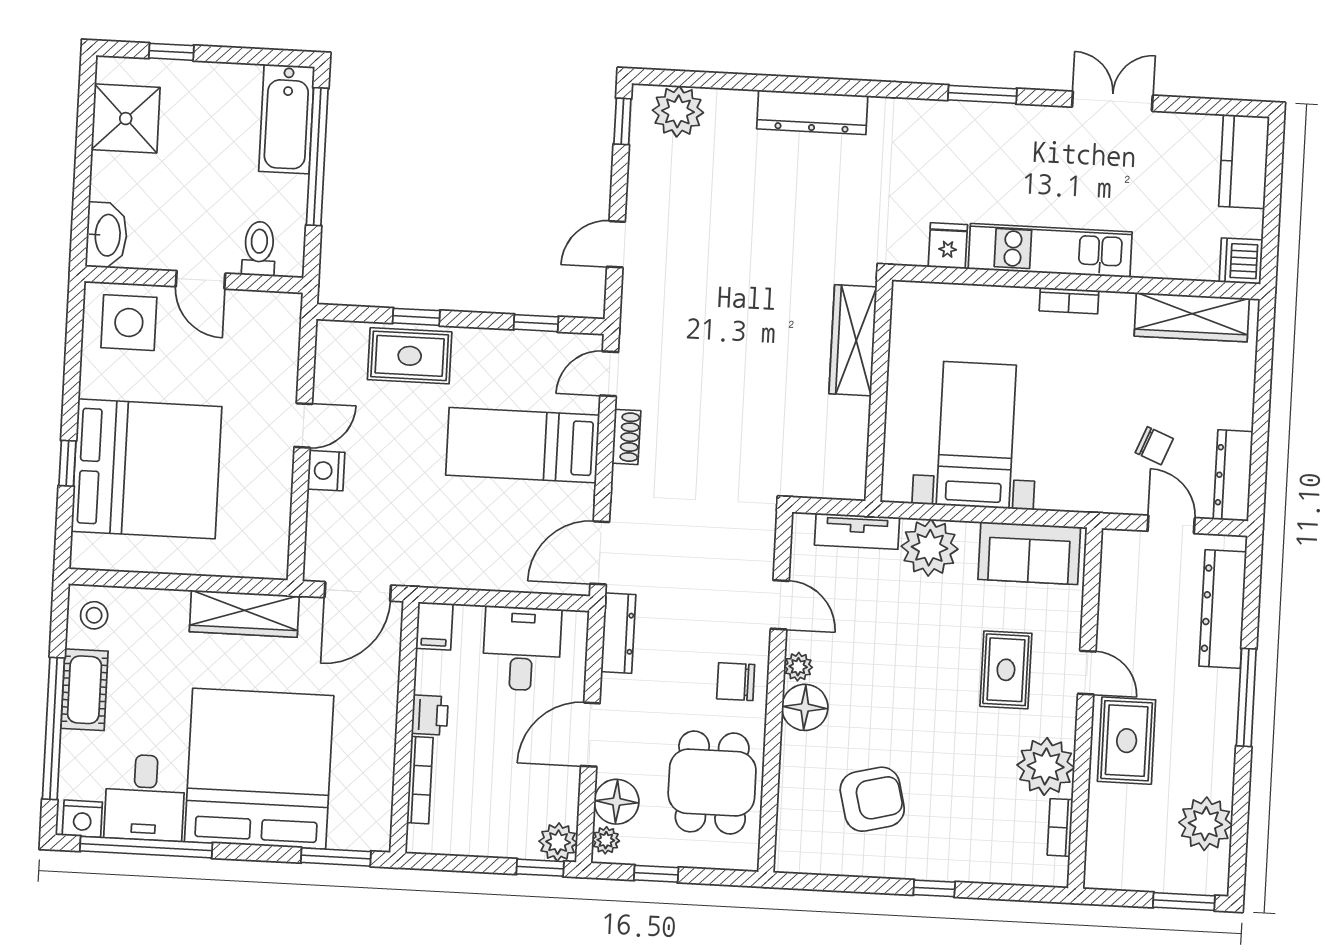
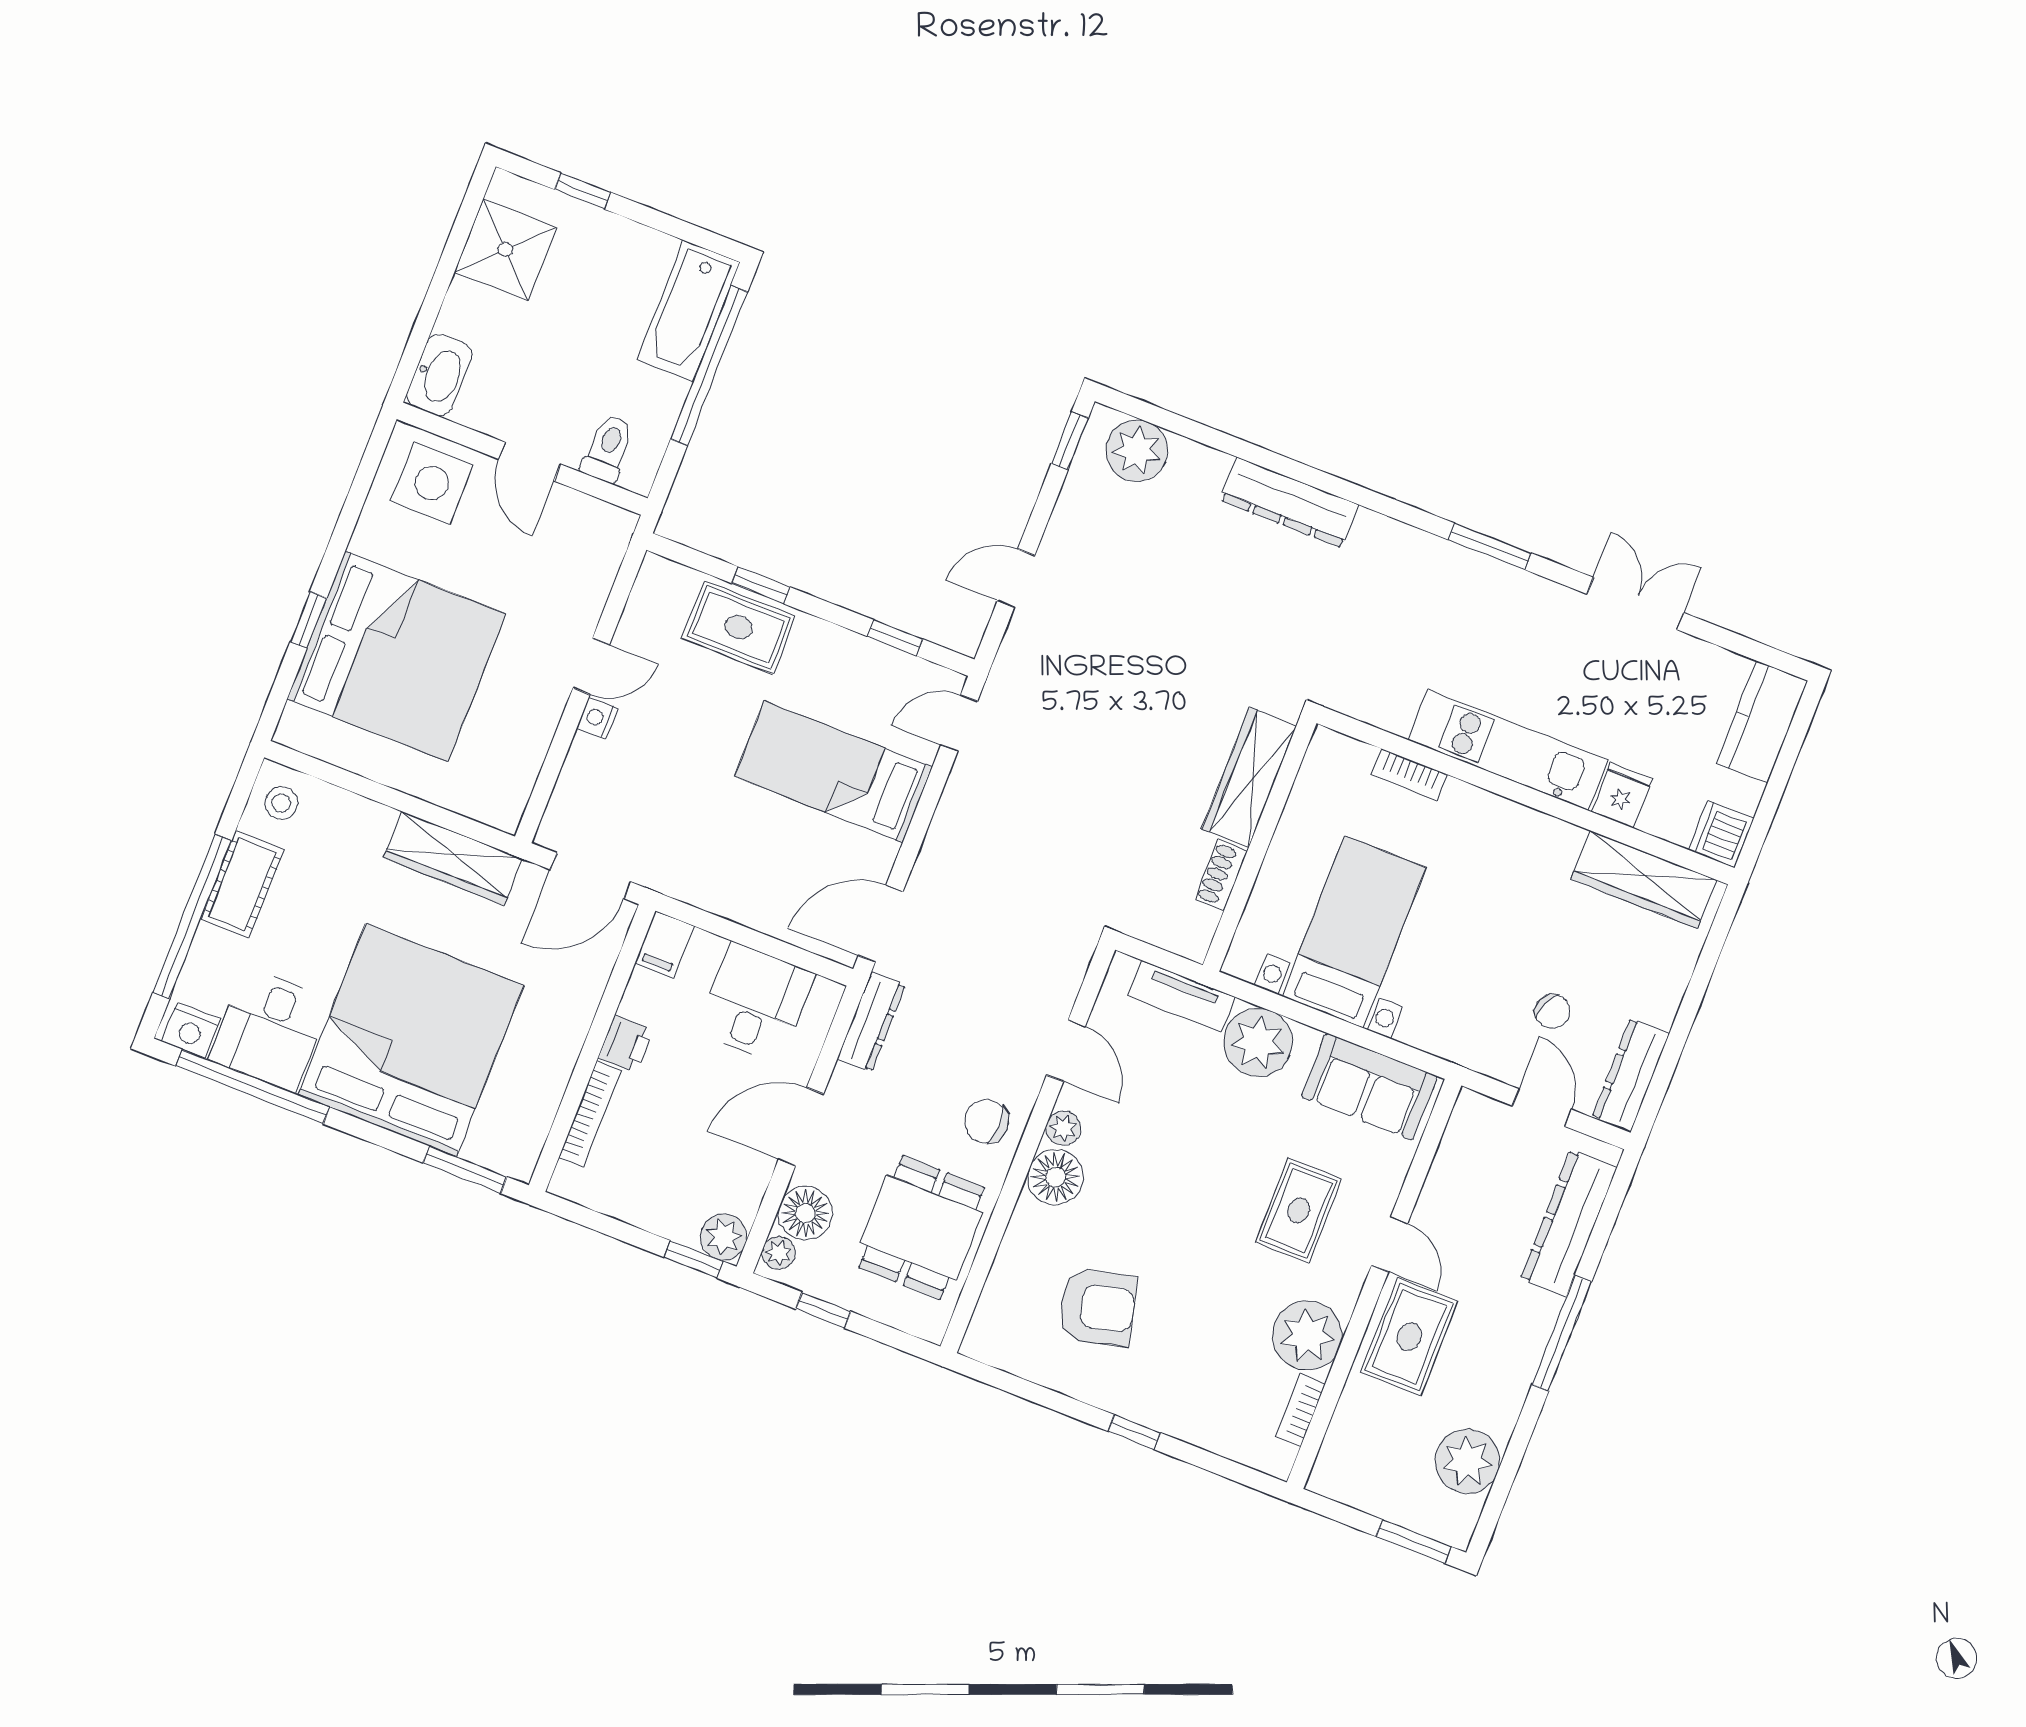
fridge: (948, 246) -> (1622, 795), moved
bookcase: (1069, 301) -> (1409, 774), moved
shoe rack: (626, 437) -> (1221, 875), moved, turned 180
nightstand: (326, 471) -> (597, 718), width x0.72, depth x0.74

